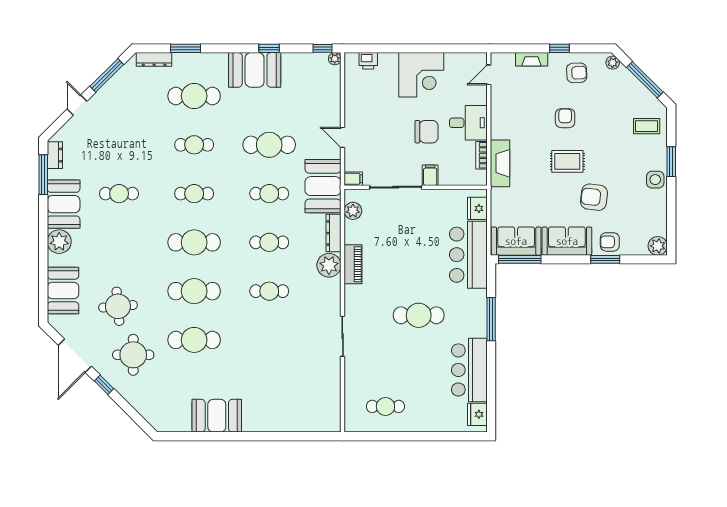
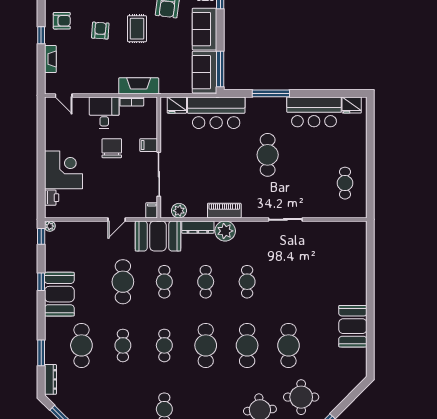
armchair: (577, 73) -> (62, 21), turned 93
corner desk: (421, 75) -> (64, 170), moved
armchair: (565, 118) -> (100, 31), turned 94

